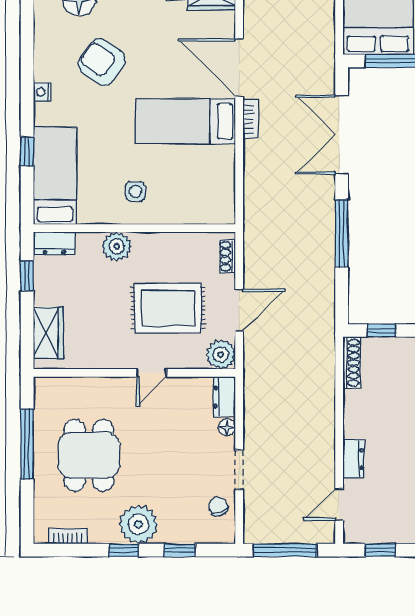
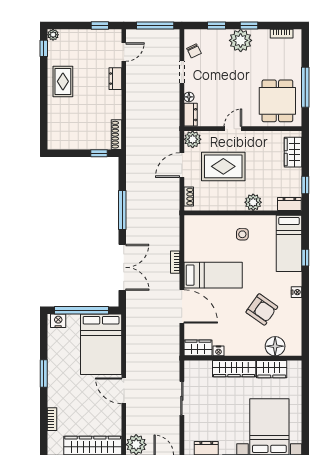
bookcase: (251, 119) -> (175, 262), moved
dining table: (89, 455) -> (277, 101), moved

